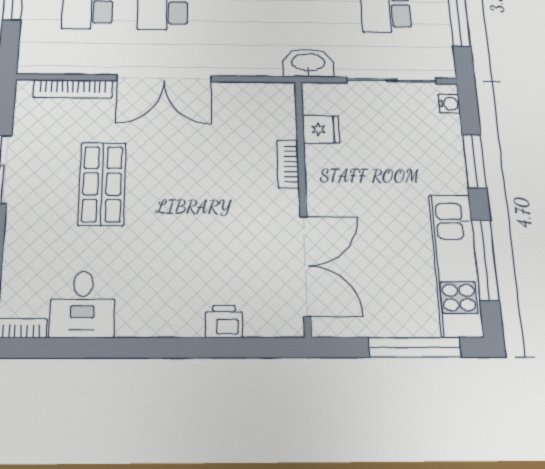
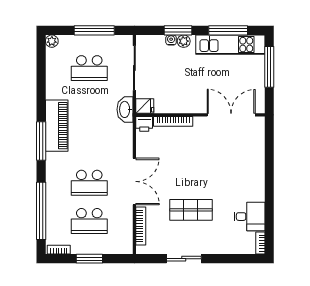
water cooler: (449, 104) -> (171, 40), moved
fridge: (321, 129) -> (145, 106), moved, turned 90
bookcase: (288, 164) -> (173, 121), width x1.56
plant: (454, 172) -> (184, 41), added
printer: (224, 321) -> (144, 124), moved, turned -90

